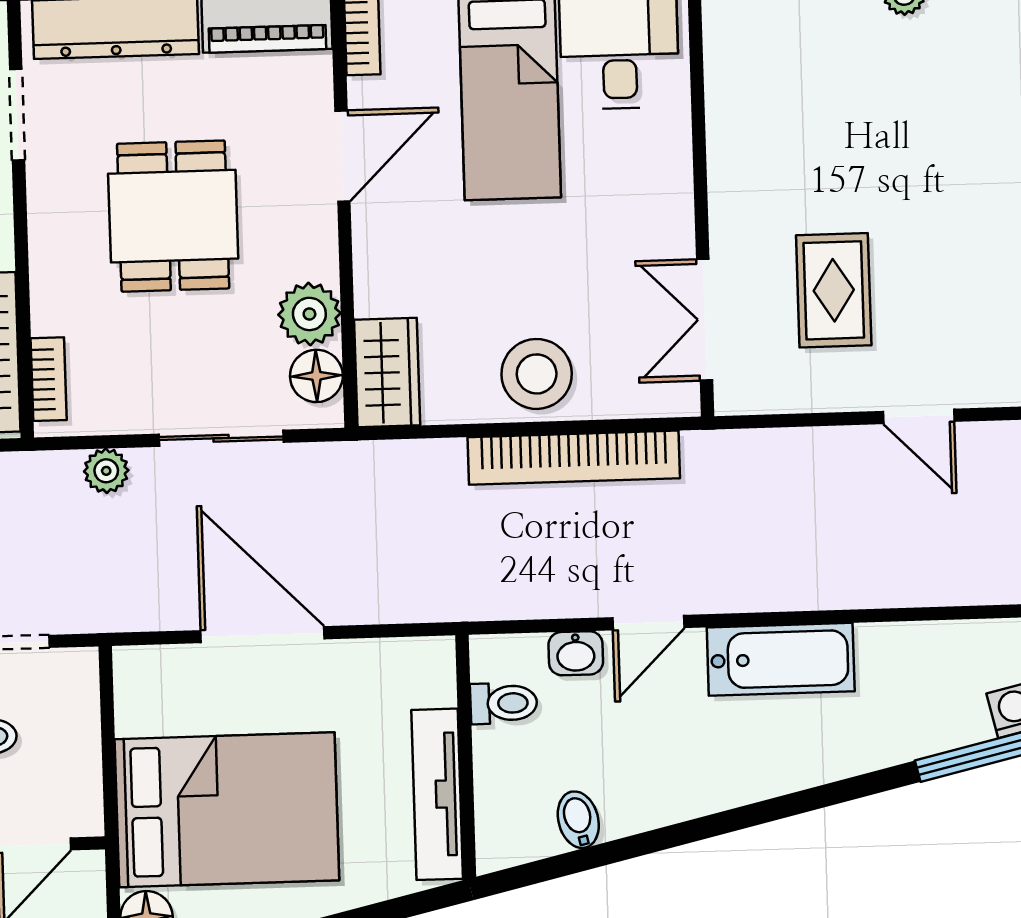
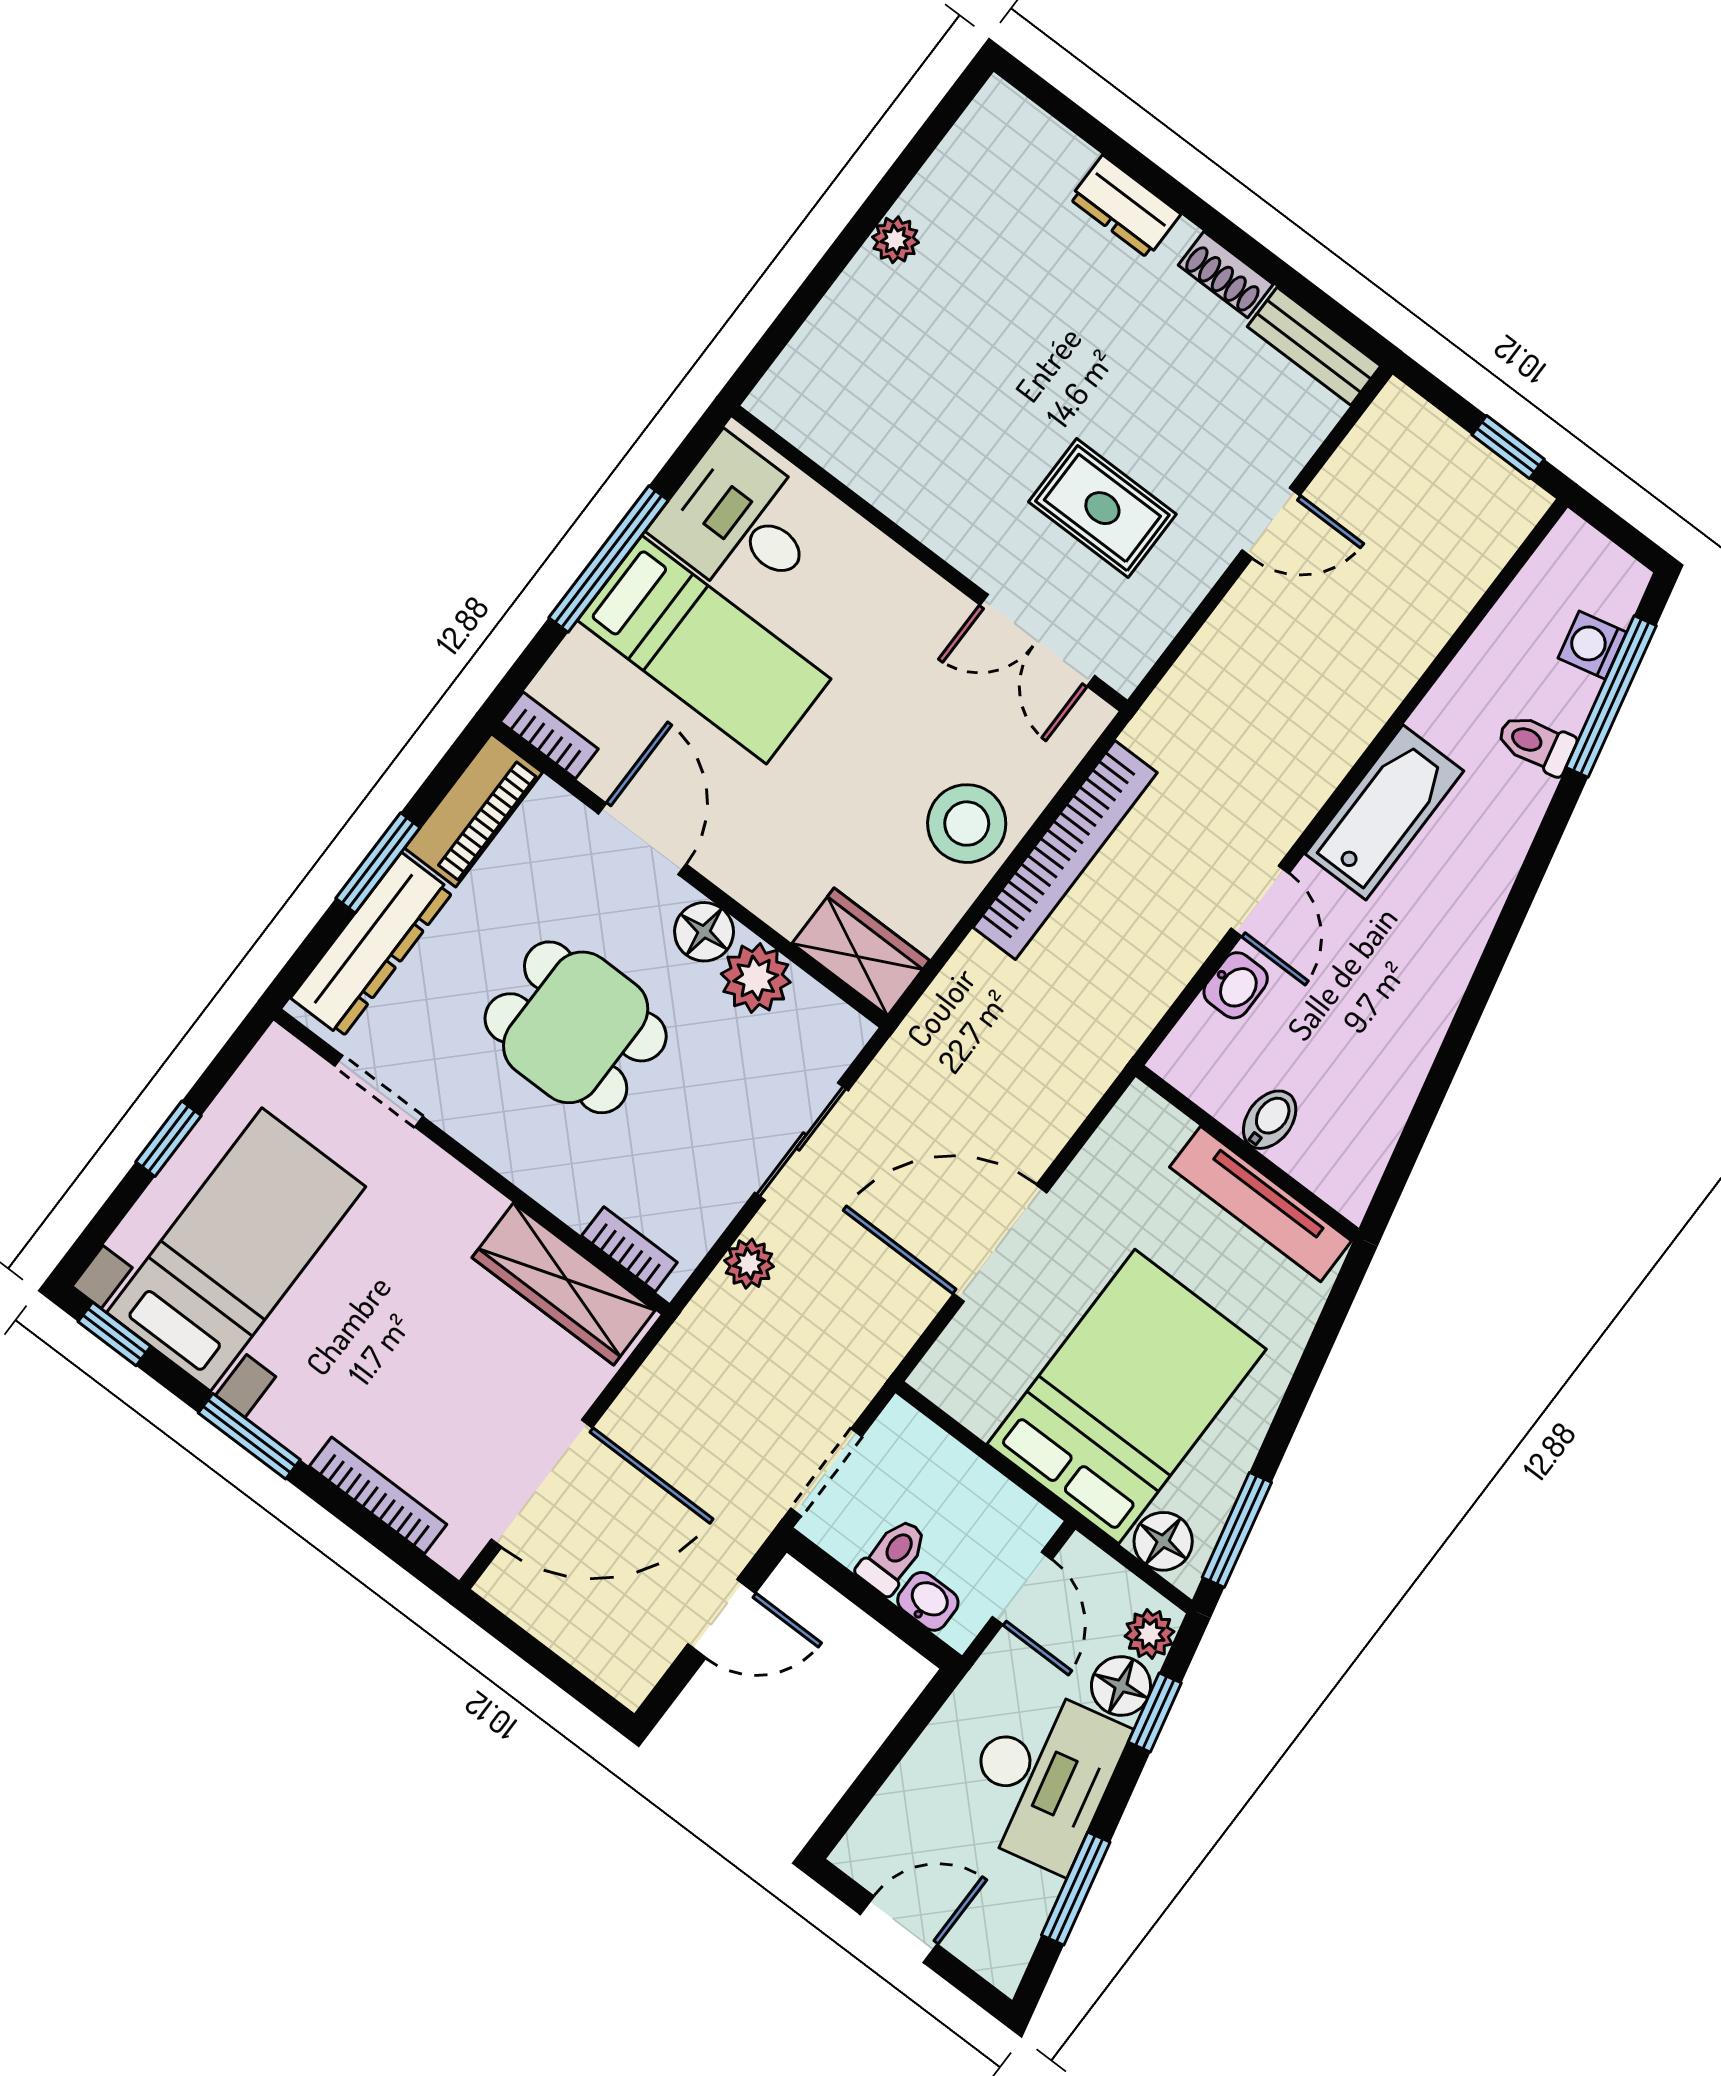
floor lamp: (316, 376) -> (704, 932), moved
toilet: (504, 703) -> (1536, 744), moved, turned -103
bidet: (578, 820) -> (1270, 1120), moved, turned 103

